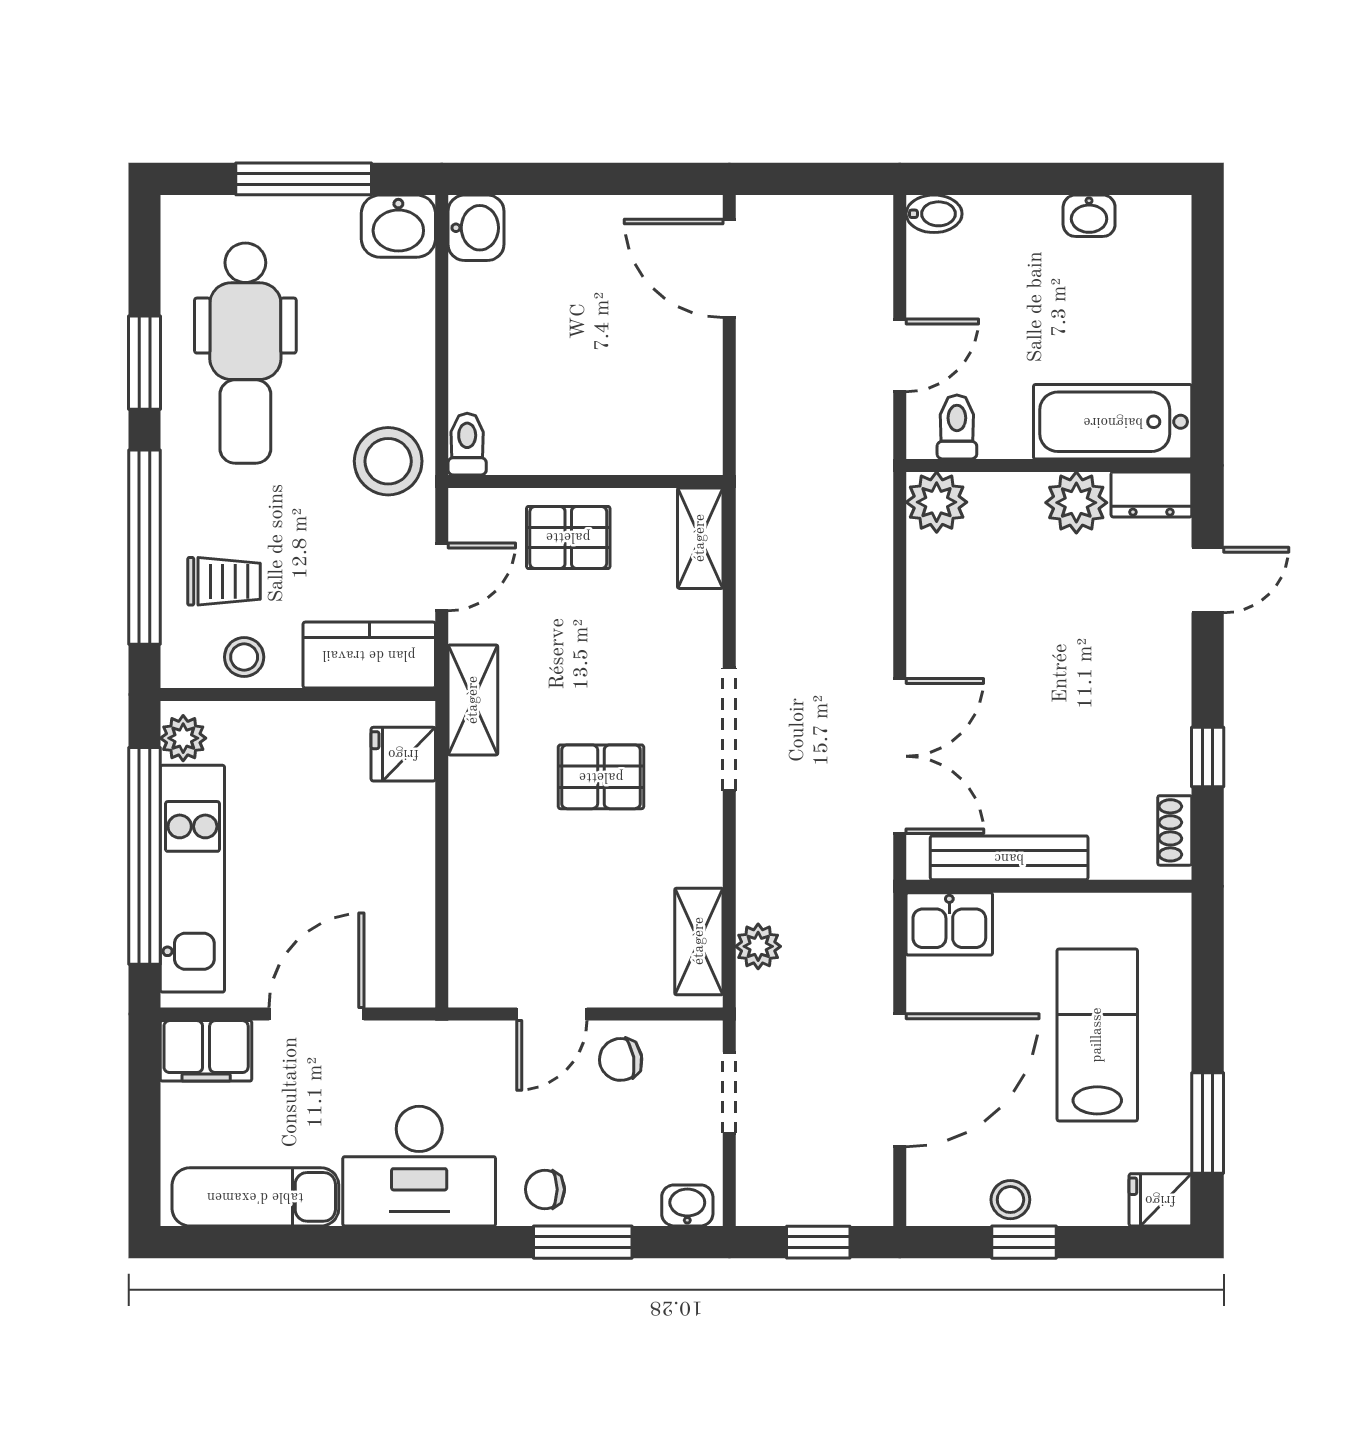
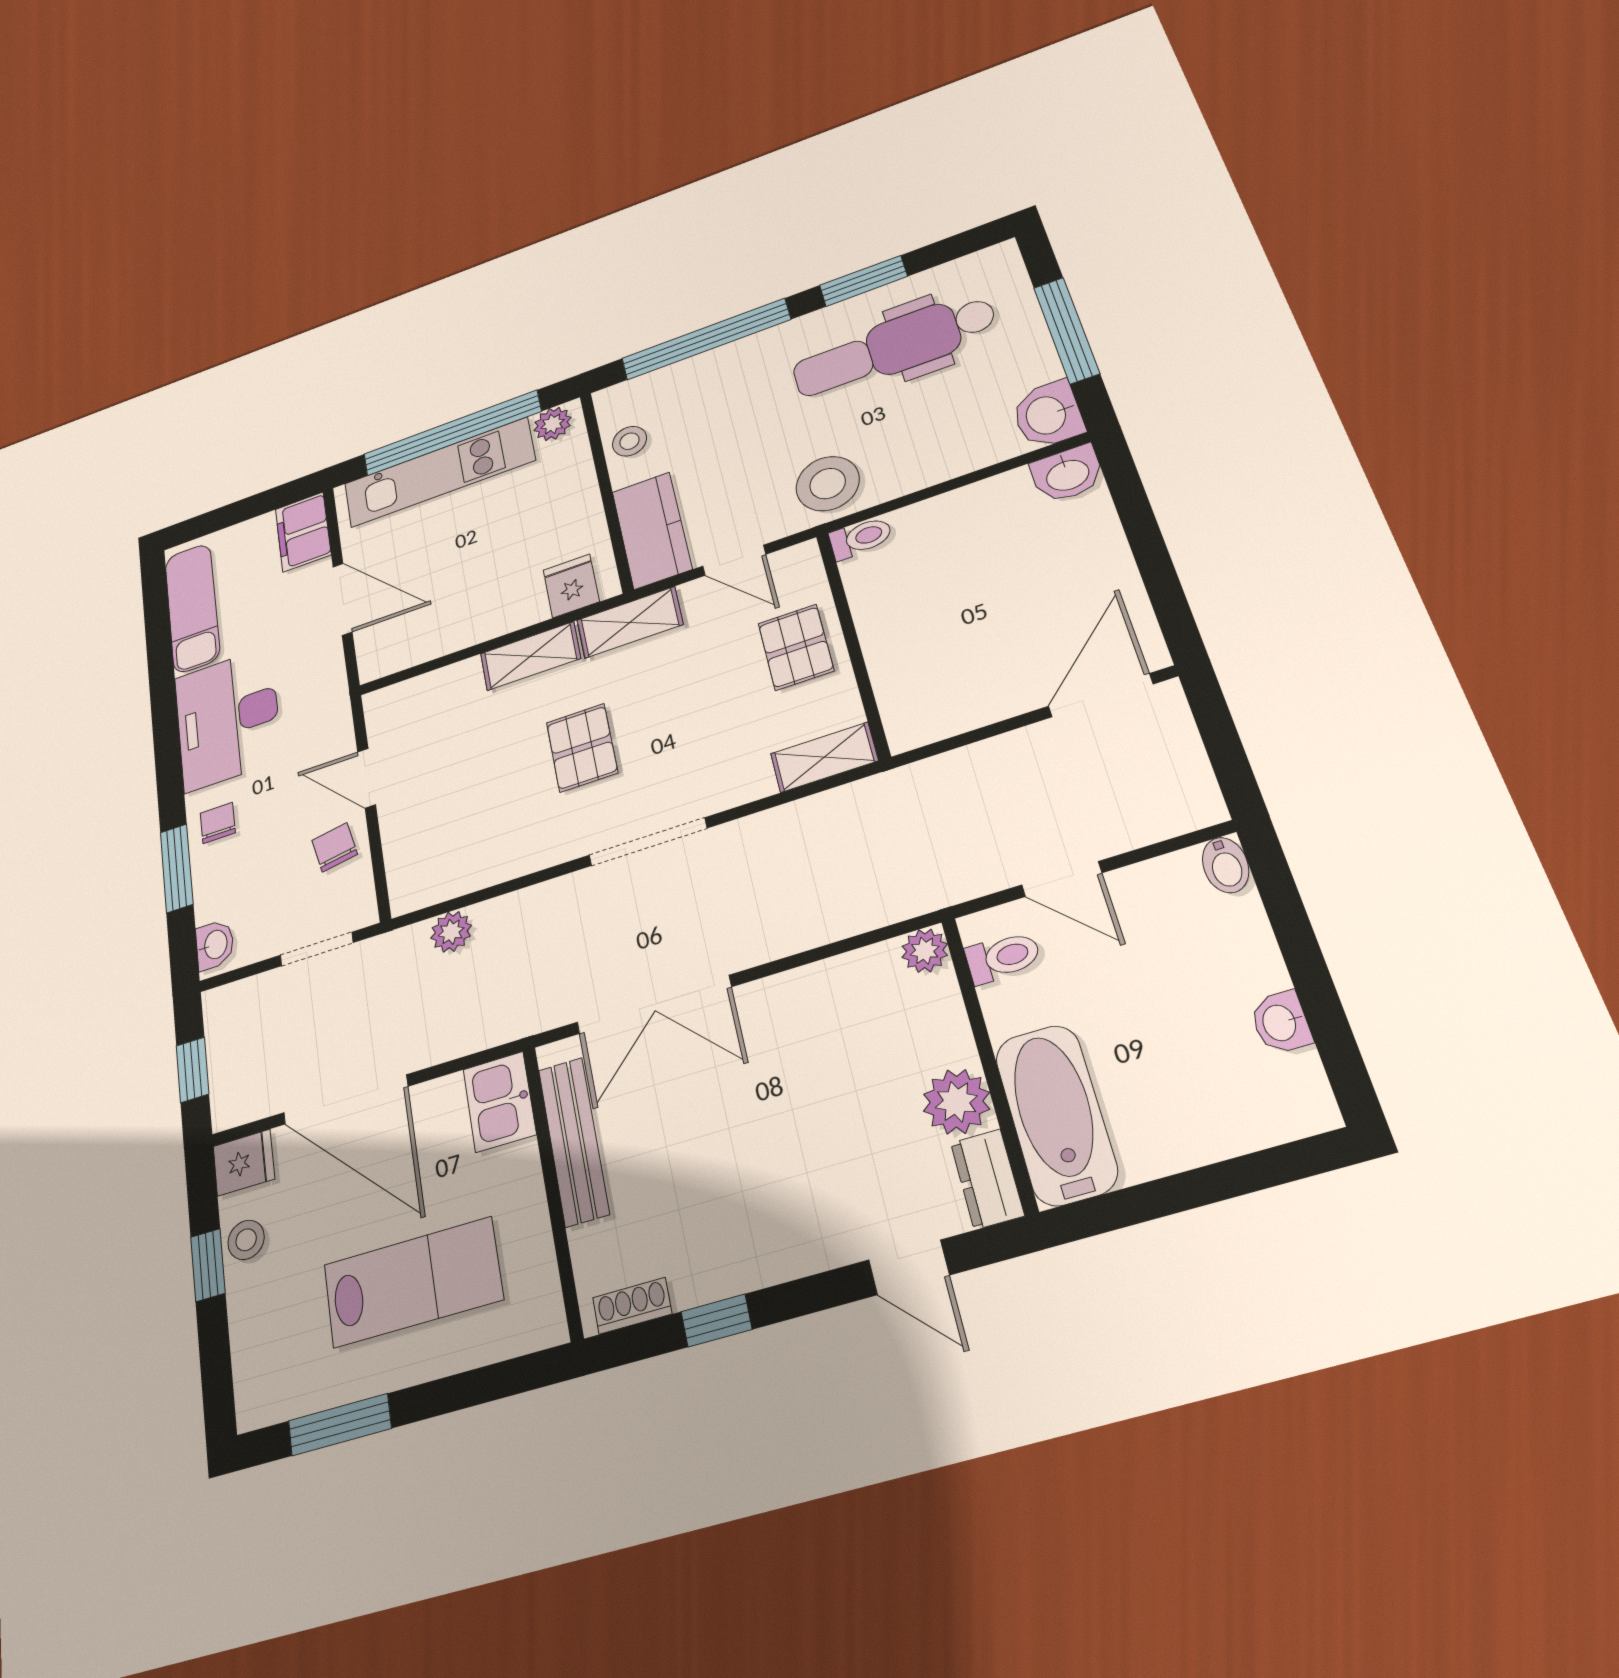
plant: (937, 502) -> (925, 951), width x0.73, depth x0.73
trolley: (224, 581) -> (691, 404), removed
shelving: (699, 941) -> (530, 656), moved
fridge: (1160, 1200) -> (244, 1163), moved, turned 90

